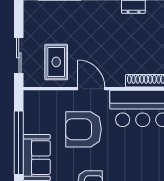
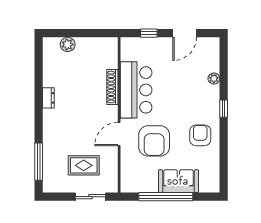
rug: (56, 62) -> (84, 165), moved

